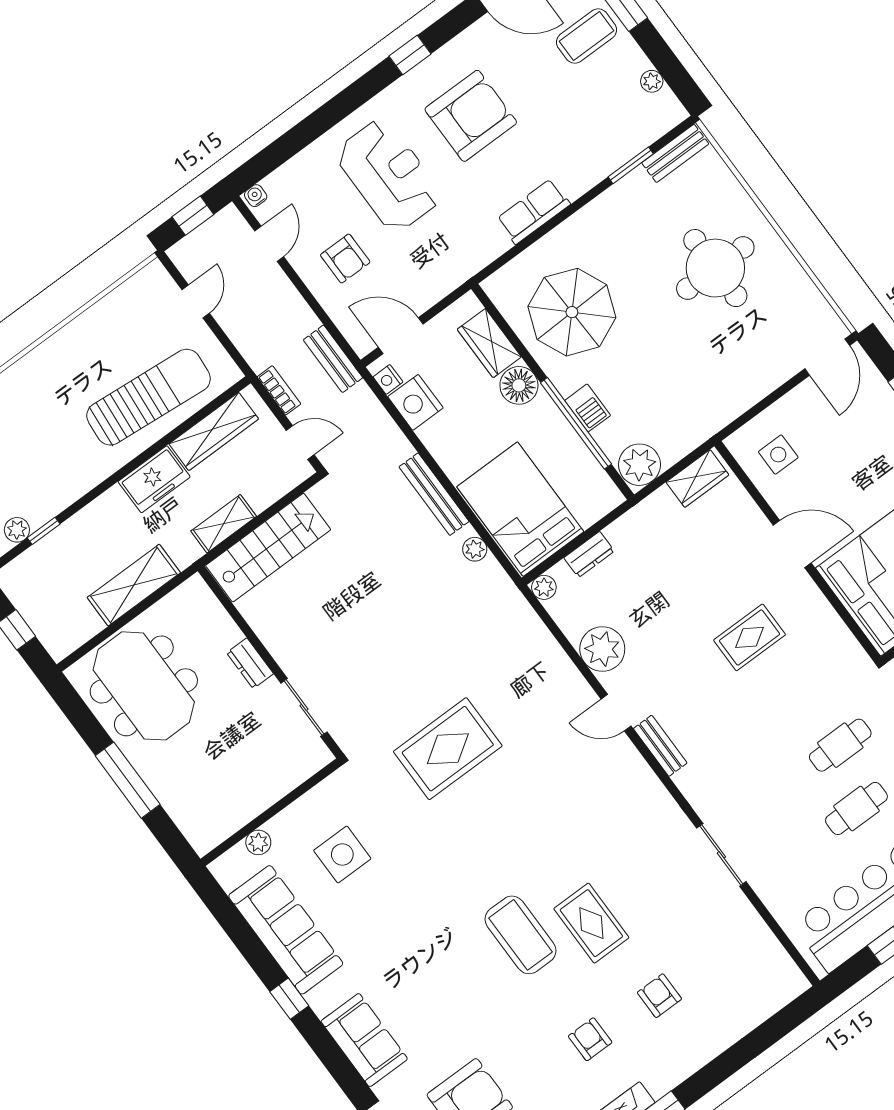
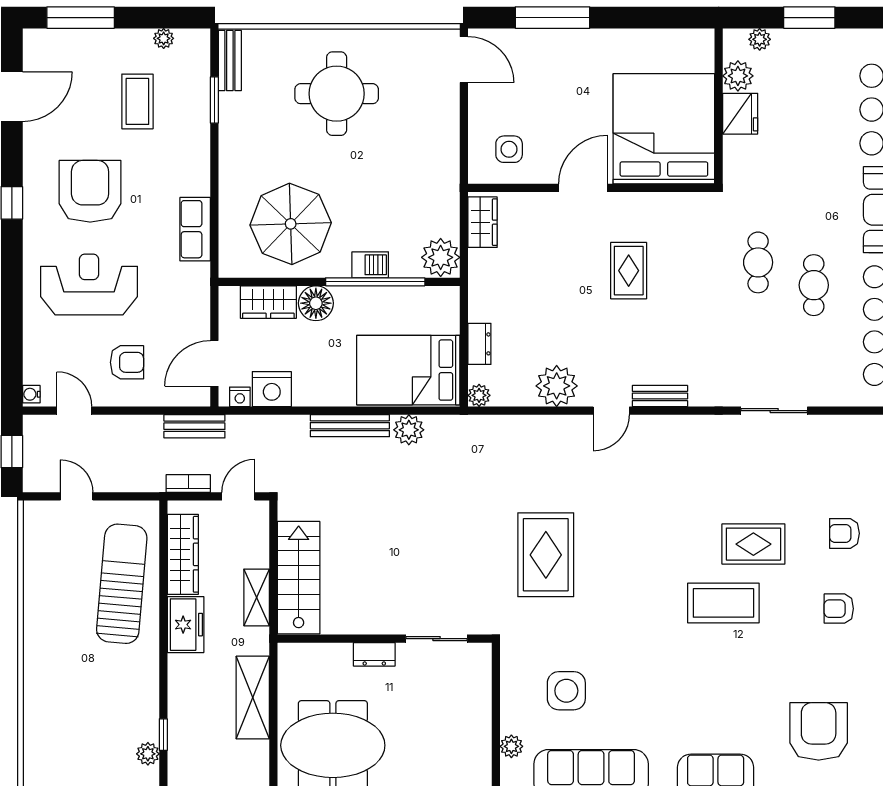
coffee table: (587, 36) -> (137, 101), moved
row of seats: (533, 211) -> (195, 229), moved
plant: (475, 549) -> (409, 430), width x1.38, depth x1.38

